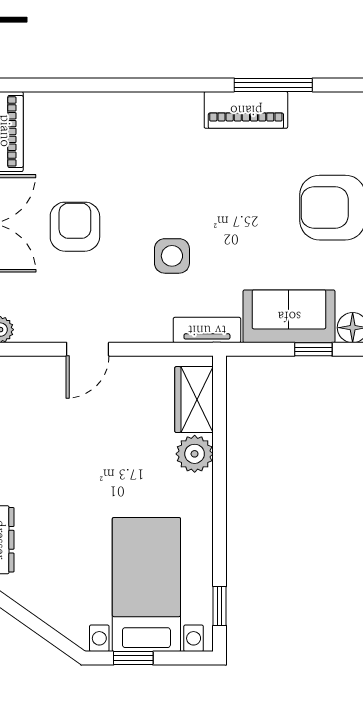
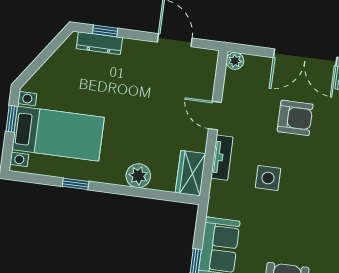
tv unit: (207, 330) -> (222, 158), moved
wardrobe: (194, 400) -> (191, 173), moved, turned -90
window: (220, 606) -> (76, 184), moved

